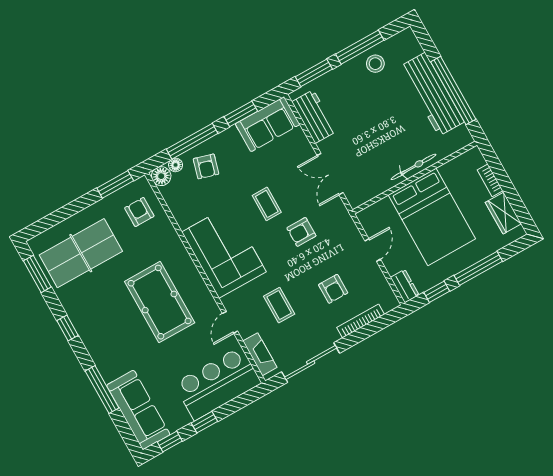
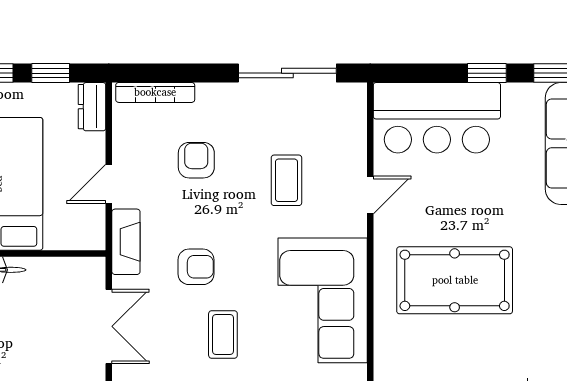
pool table: (160, 302) -> (455, 280), turned 90
bookcase: (361, 321) -> (155, 92), moved
fireplace: (260, 354) -> (126, 242), moved, turned 180

